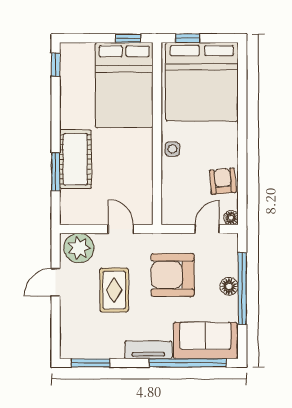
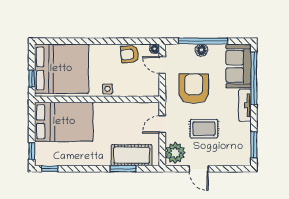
window: (128, 38) -> (32, 151), moved
cot: (75, 159) -> (132, 155), moved
armchair: (173, 275) -> (194, 89), turned 180

